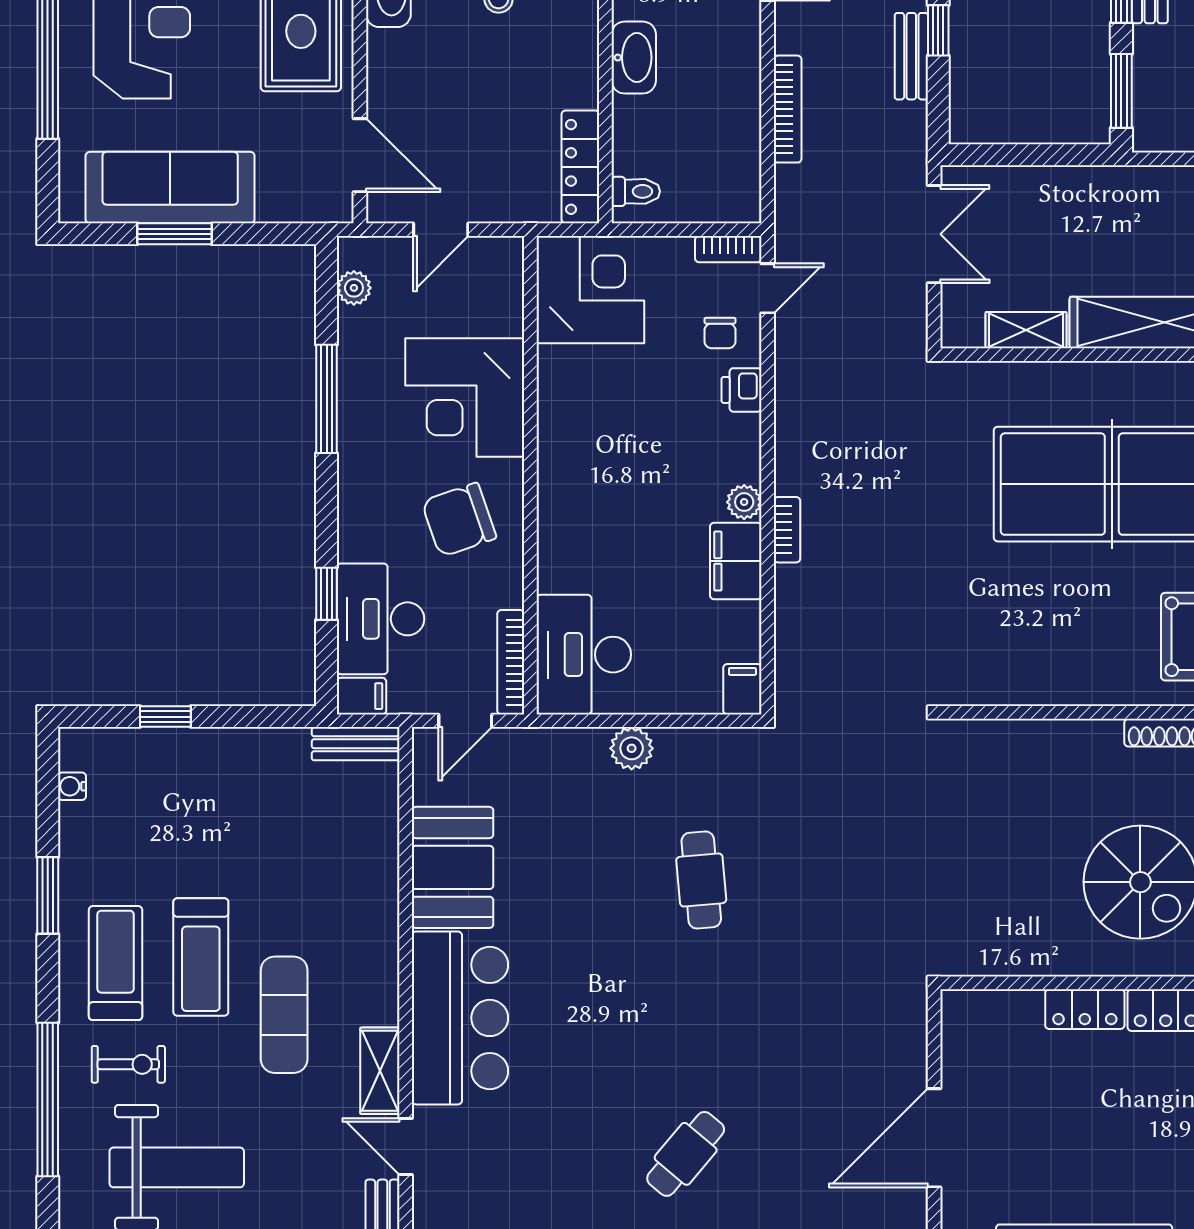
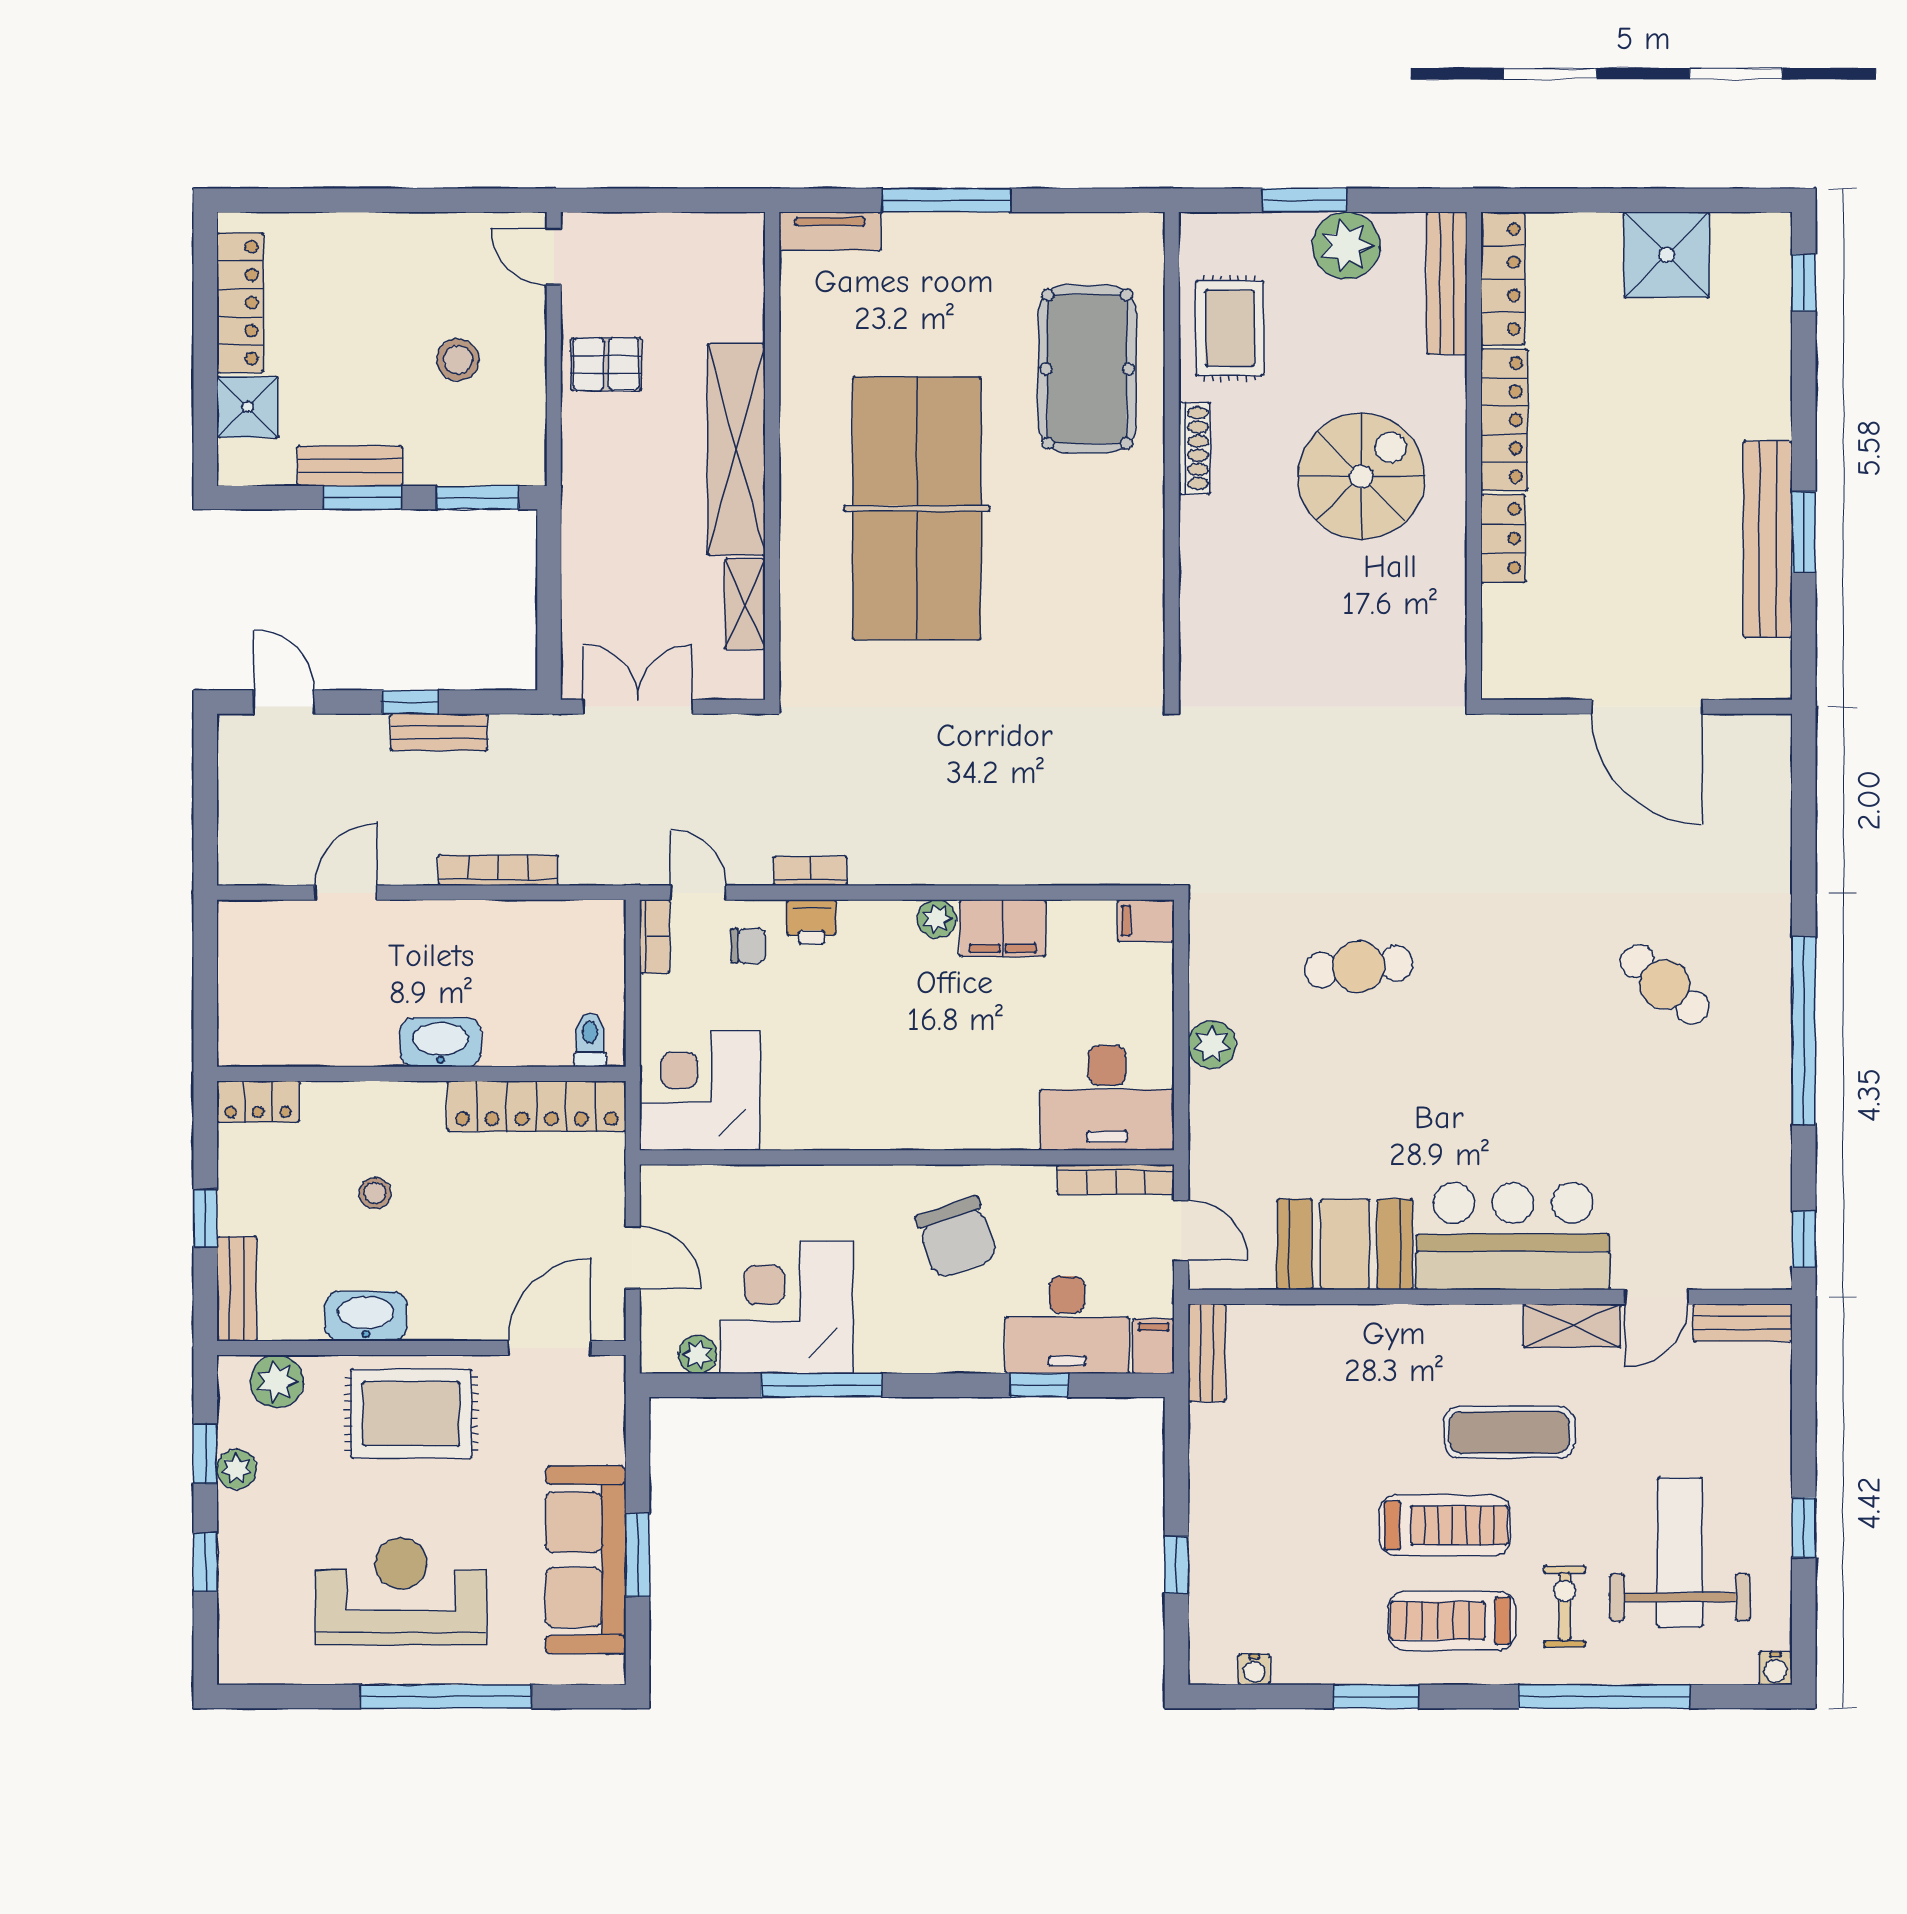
locker: (580, 167) -> (537, 1106), width x1.41, depth x1.21
corner desk: (465, 397) -> (787, 1307), moved, turned 180
bookcase: (787, 530) -> (810, 871), moved

